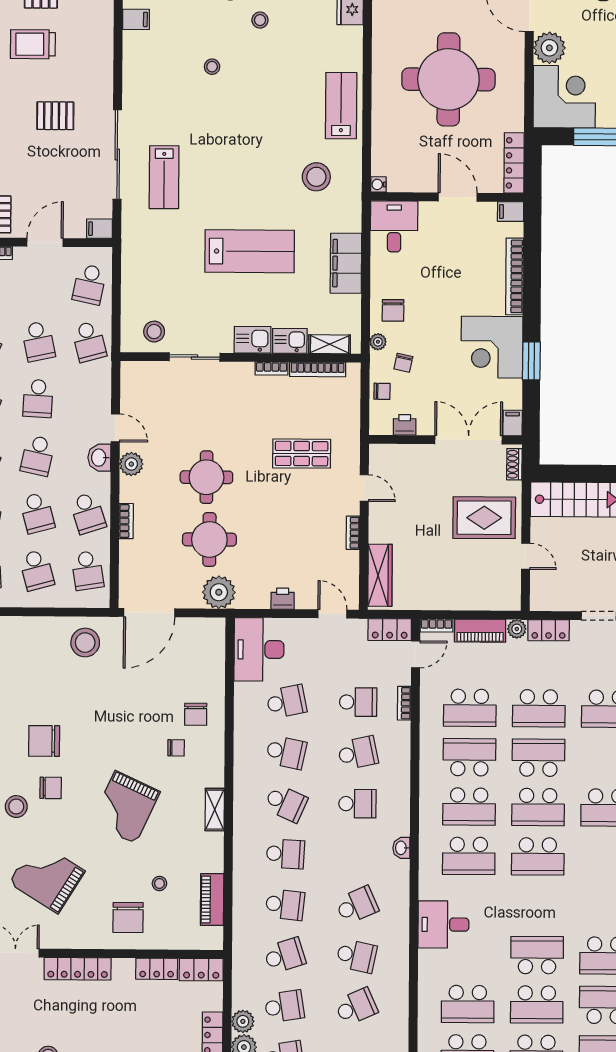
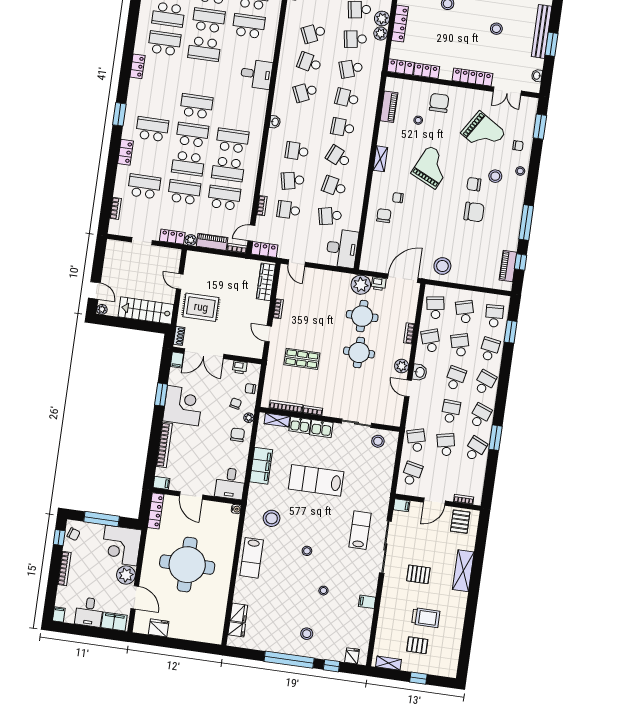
filing cabinet: (136, 19) -> (367, 602), moved
stool: (260, 20) -> (307, 551), moved
printer: (283, 599) -> (379, 284), moved
school desk: (469, 856) -> (236, 112), removed

